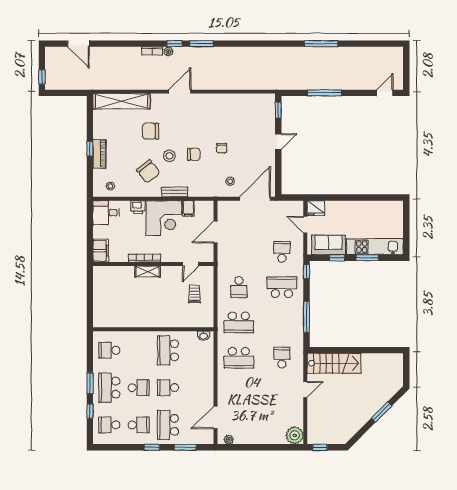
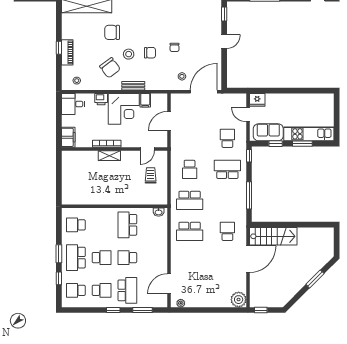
door: (305, 389) -> (248, 259), width x1.87
school desk: (168, 425) -> (127, 290), turned 180

